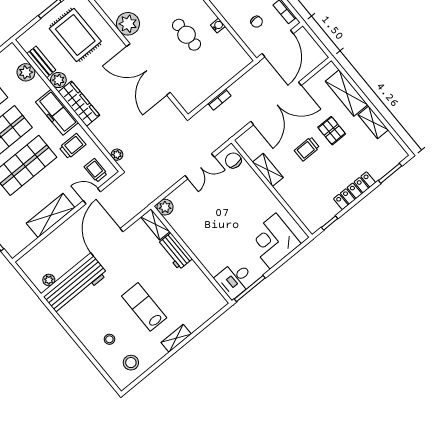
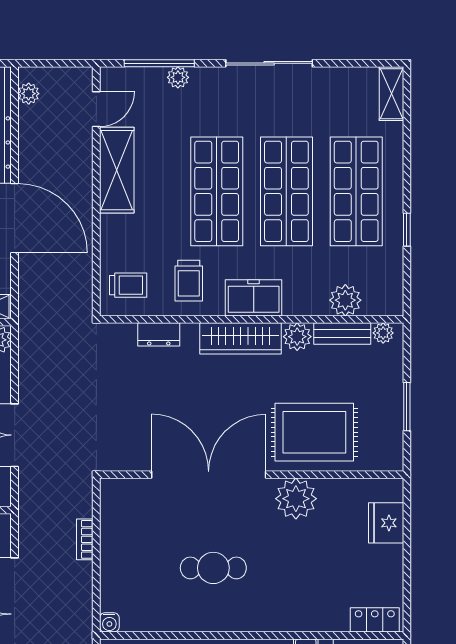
water cooler: (218, 26) -> (109, 622), moved
rug: (75, 35) -> (314, 432), moved
freezer: (57, 112) -> (254, 298), width x0.71
dresser: (106, 140) -> (159, 334), added
plant: (117, 155) -> (383, 333), moved
door: (92, 196) -> (96, 109), moved

